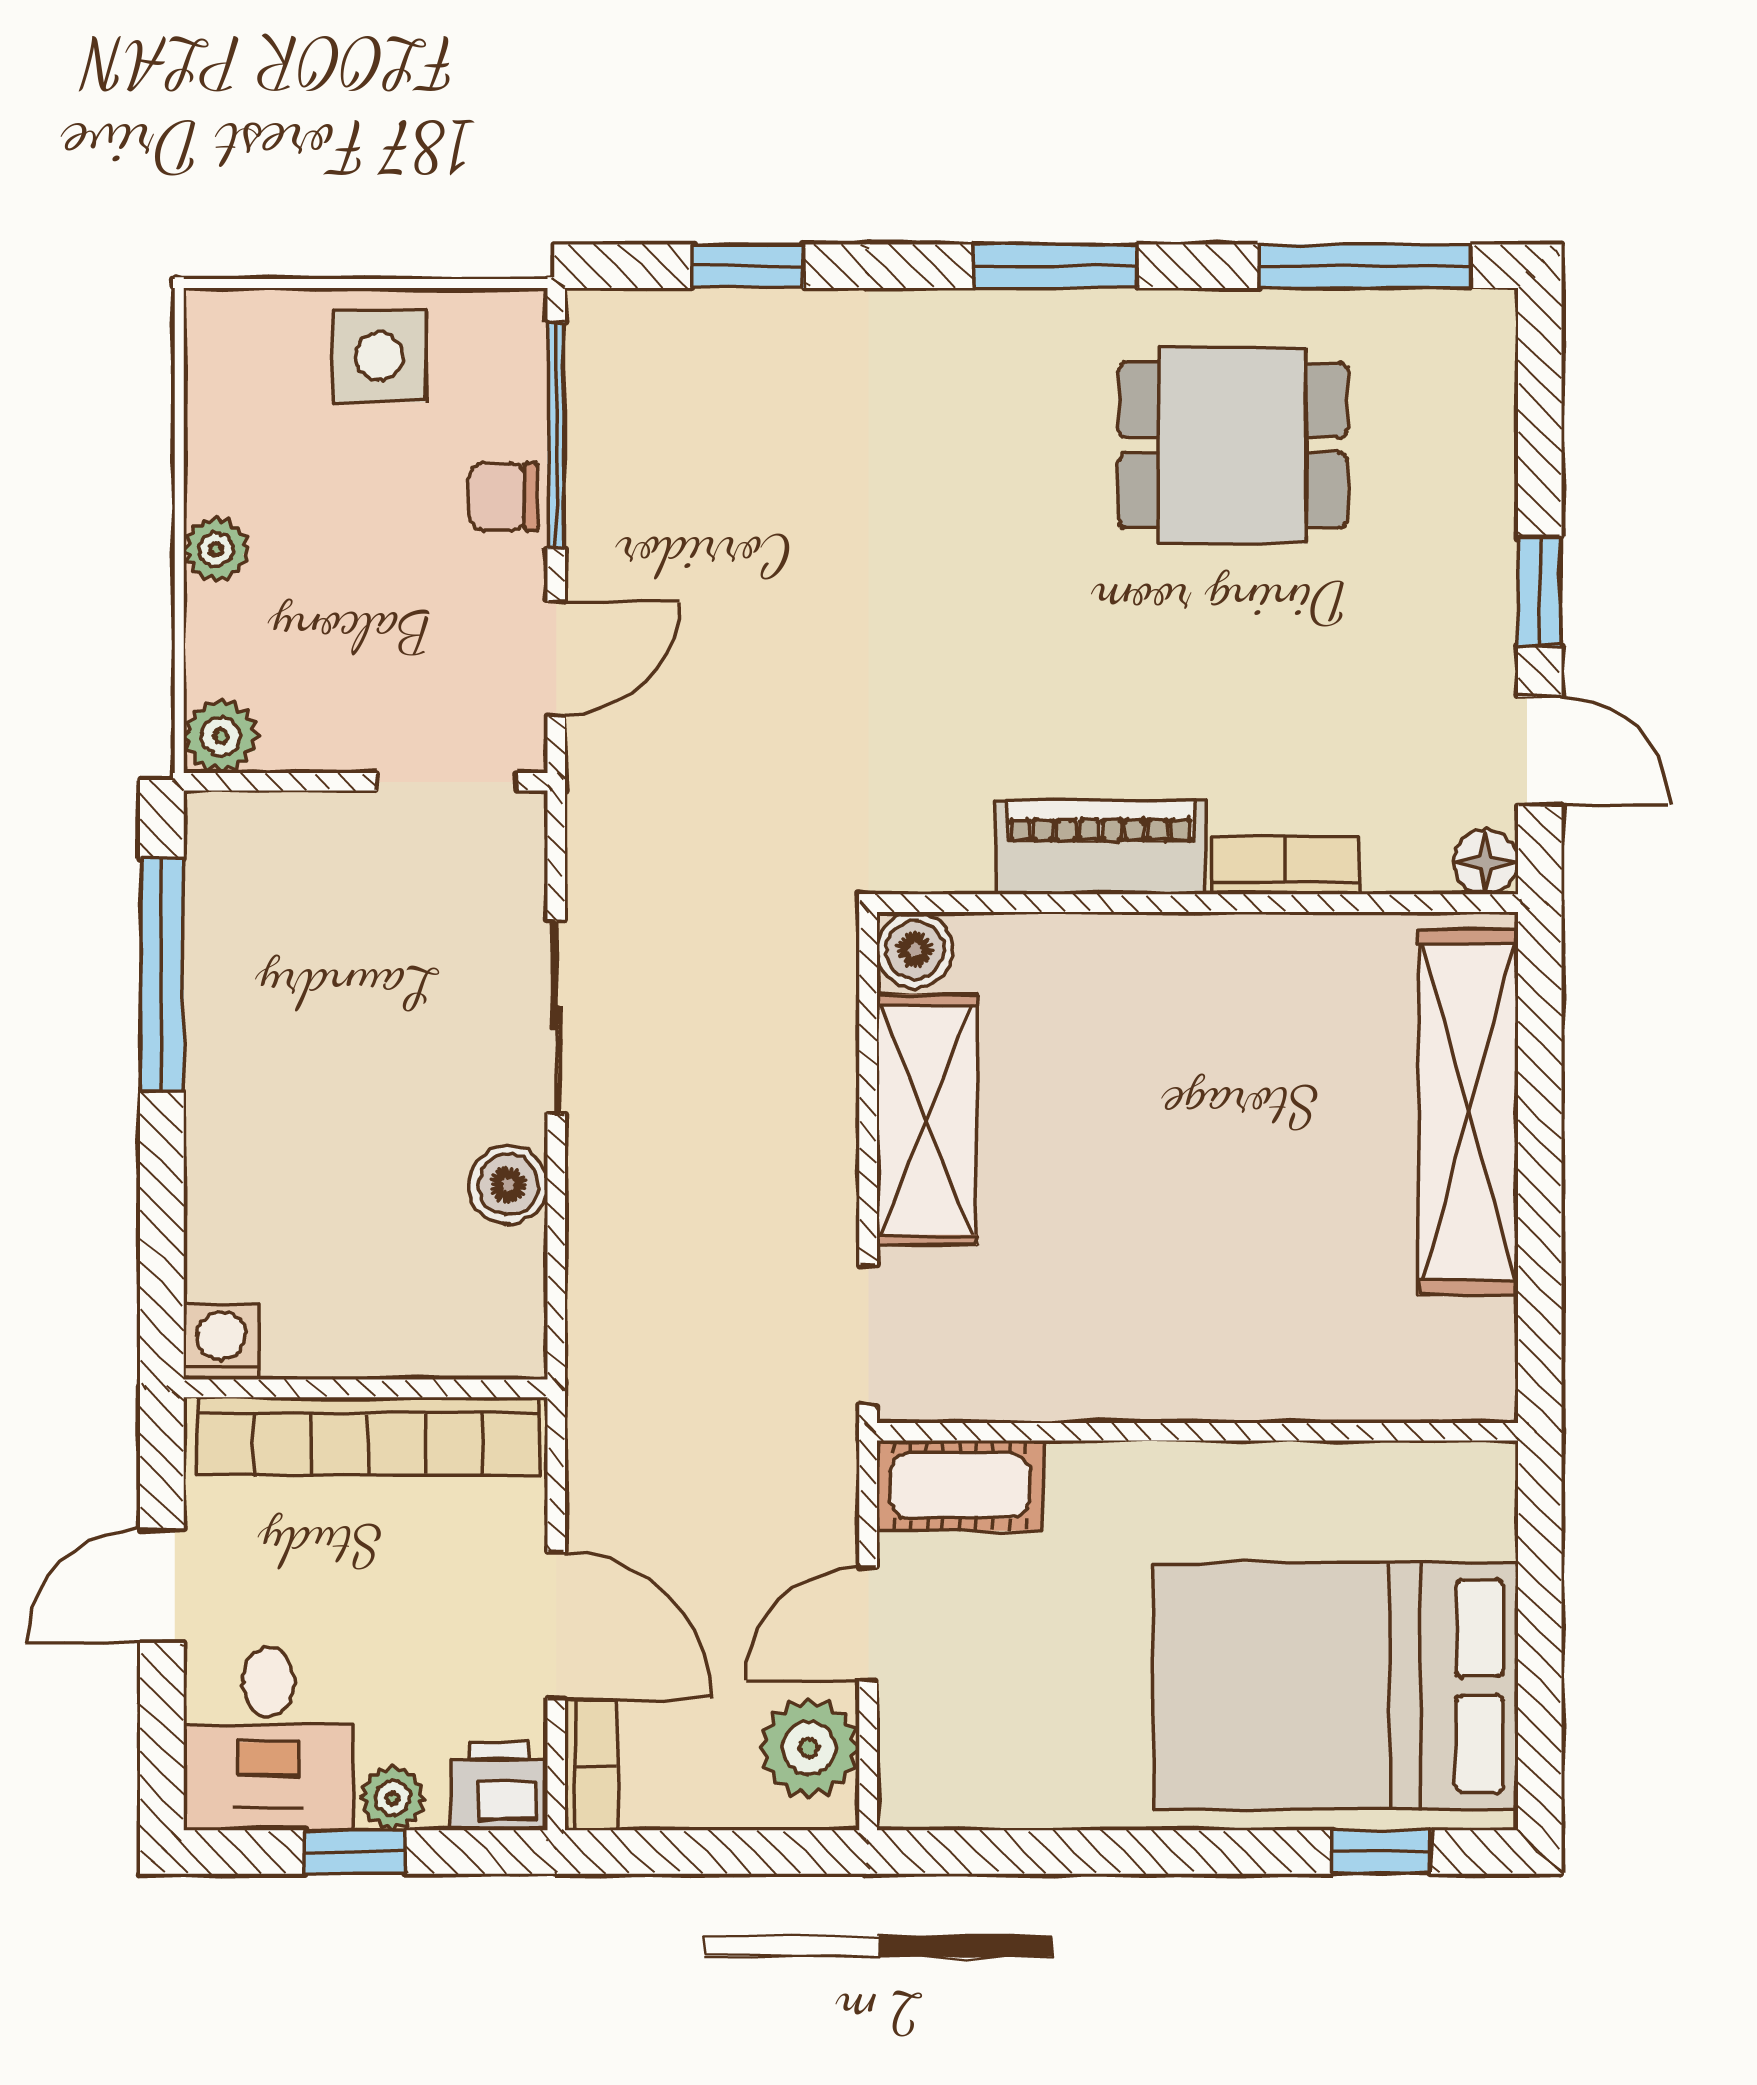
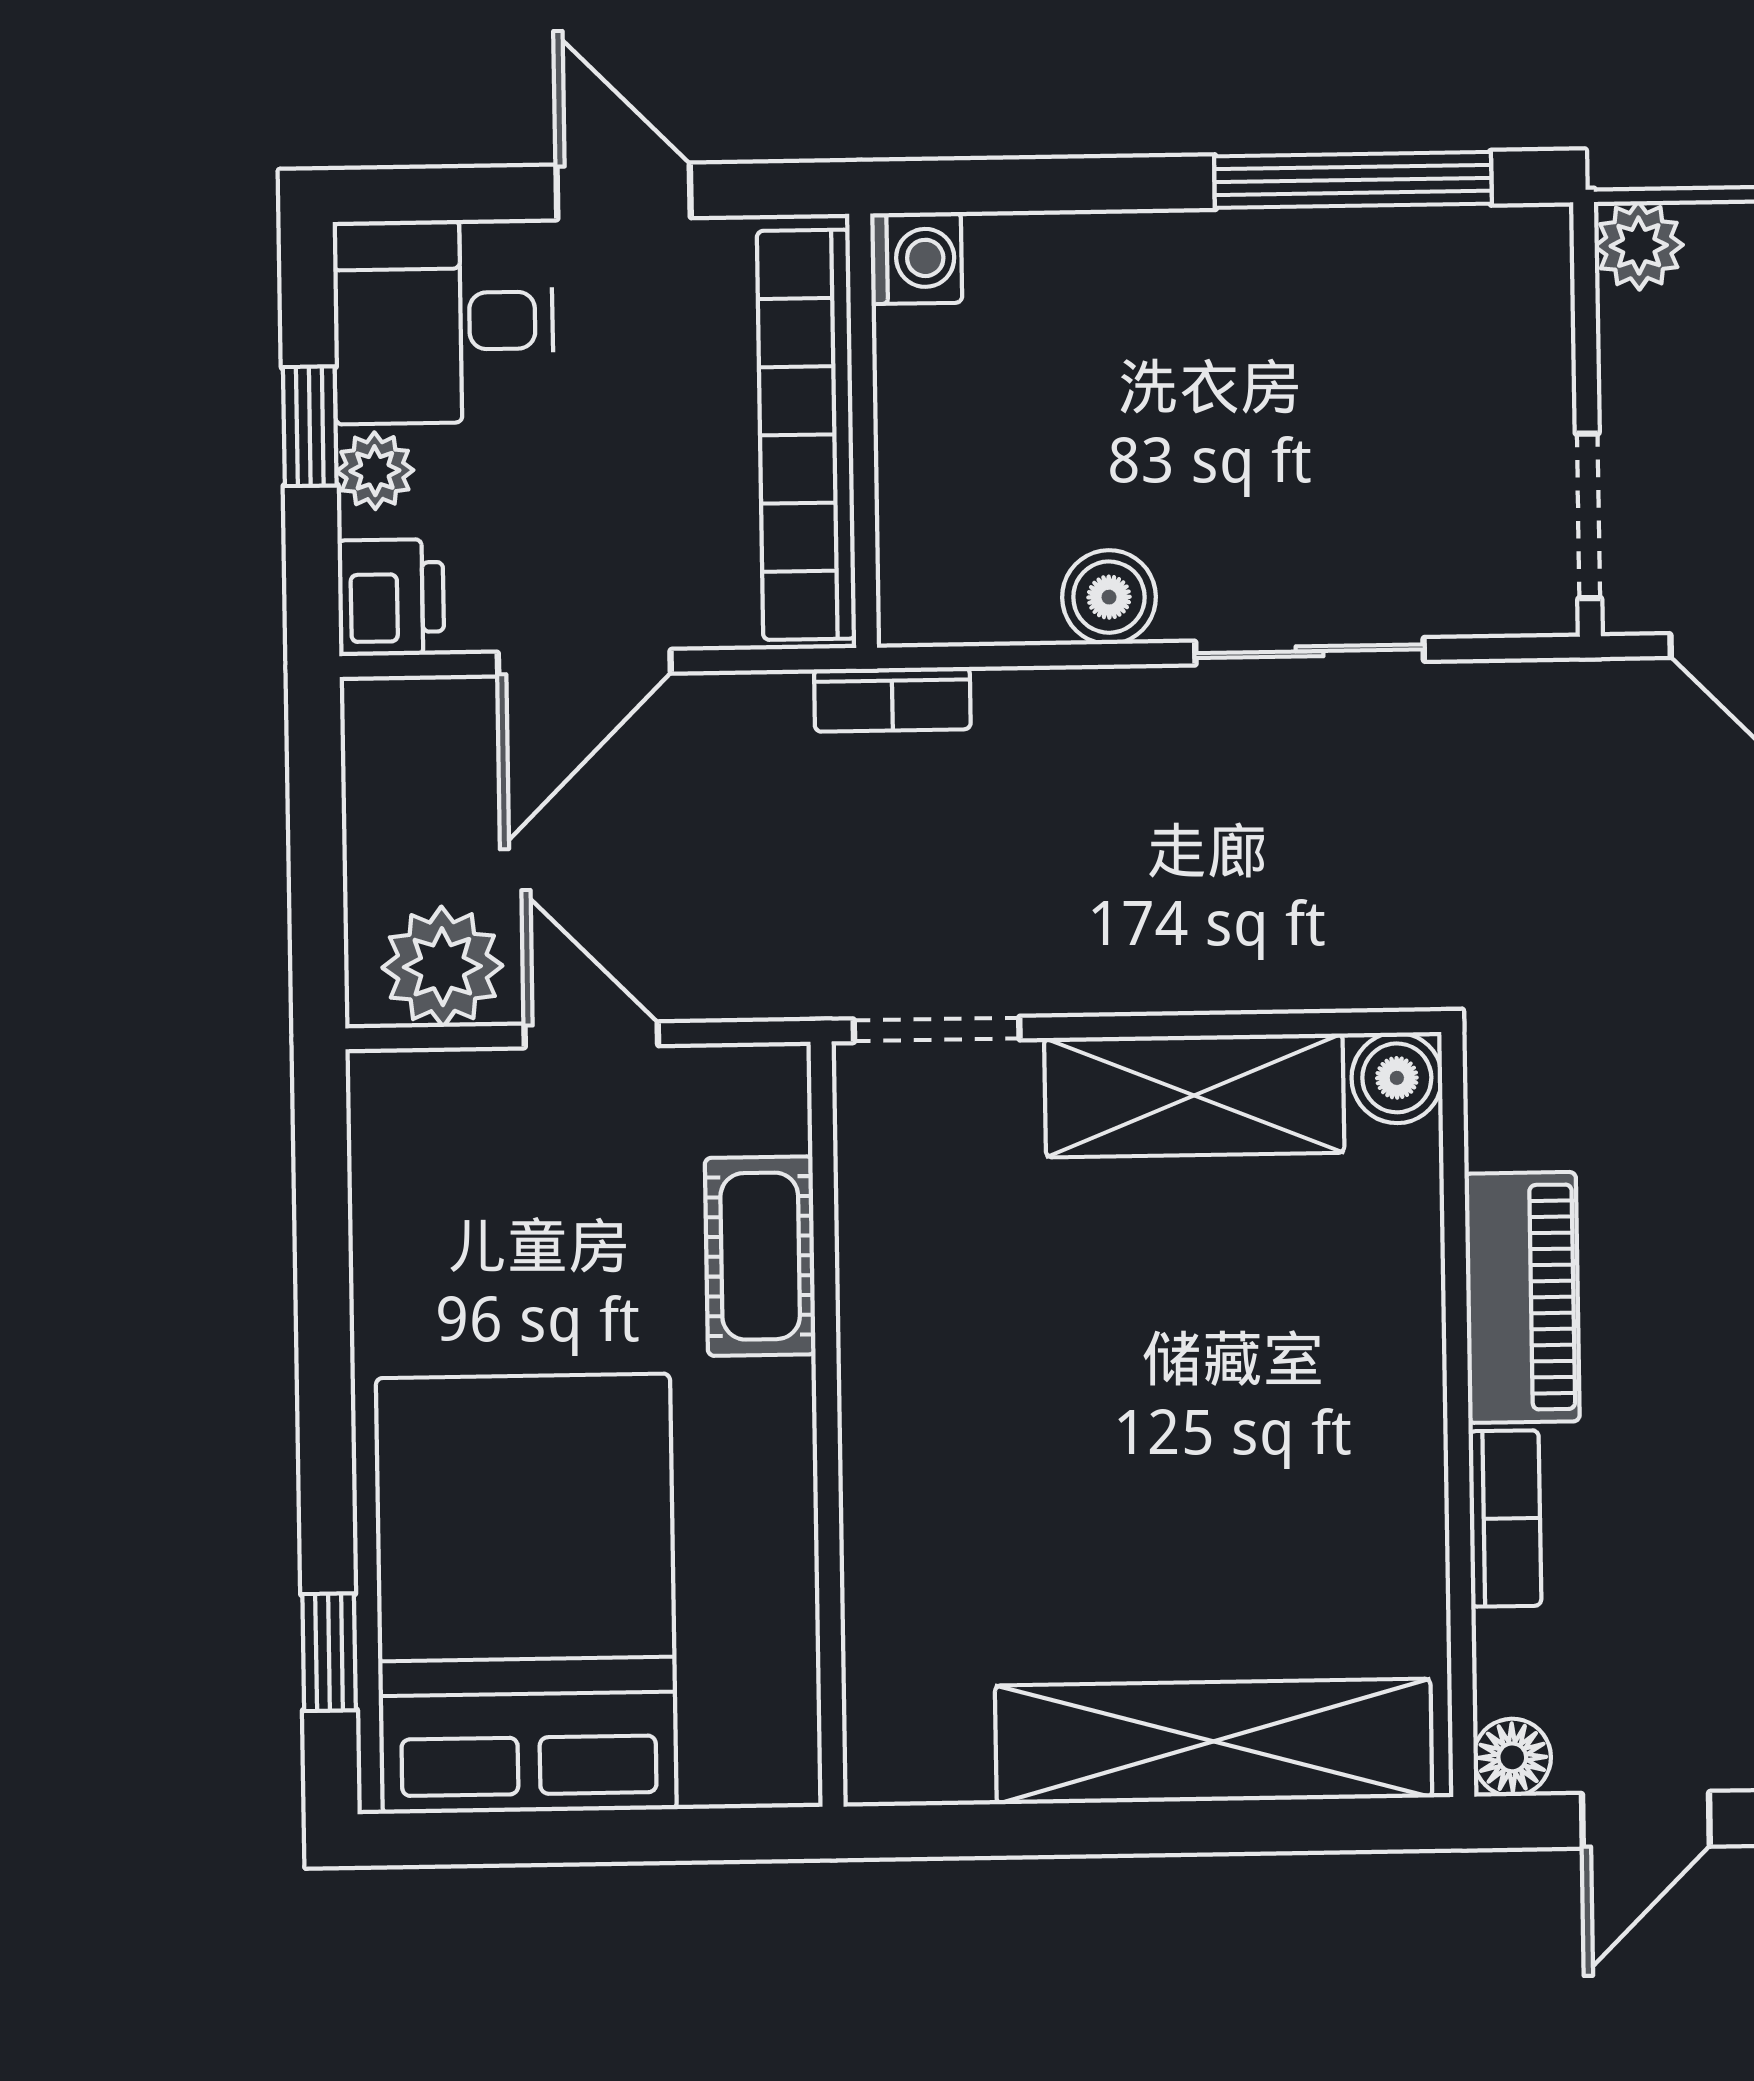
cot: (960, 1486) -> (760, 1256), moved
bookcase: (591, 1765) -> (892, 699), moved

